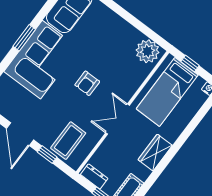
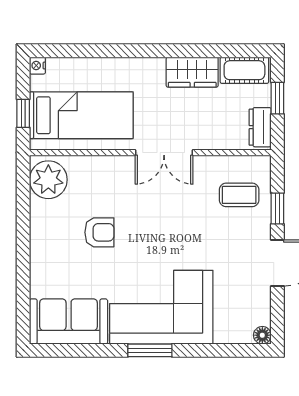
armchair: (87, 83) -> (99, 232), moved
coffee table: (68, 141) -> (239, 195), width x0.73, depth x0.77
wardrobe: (155, 153) -> (192, 72), moved

